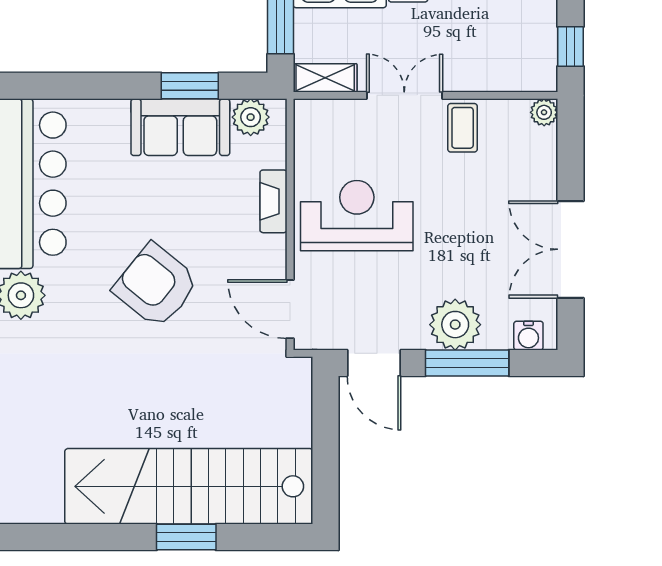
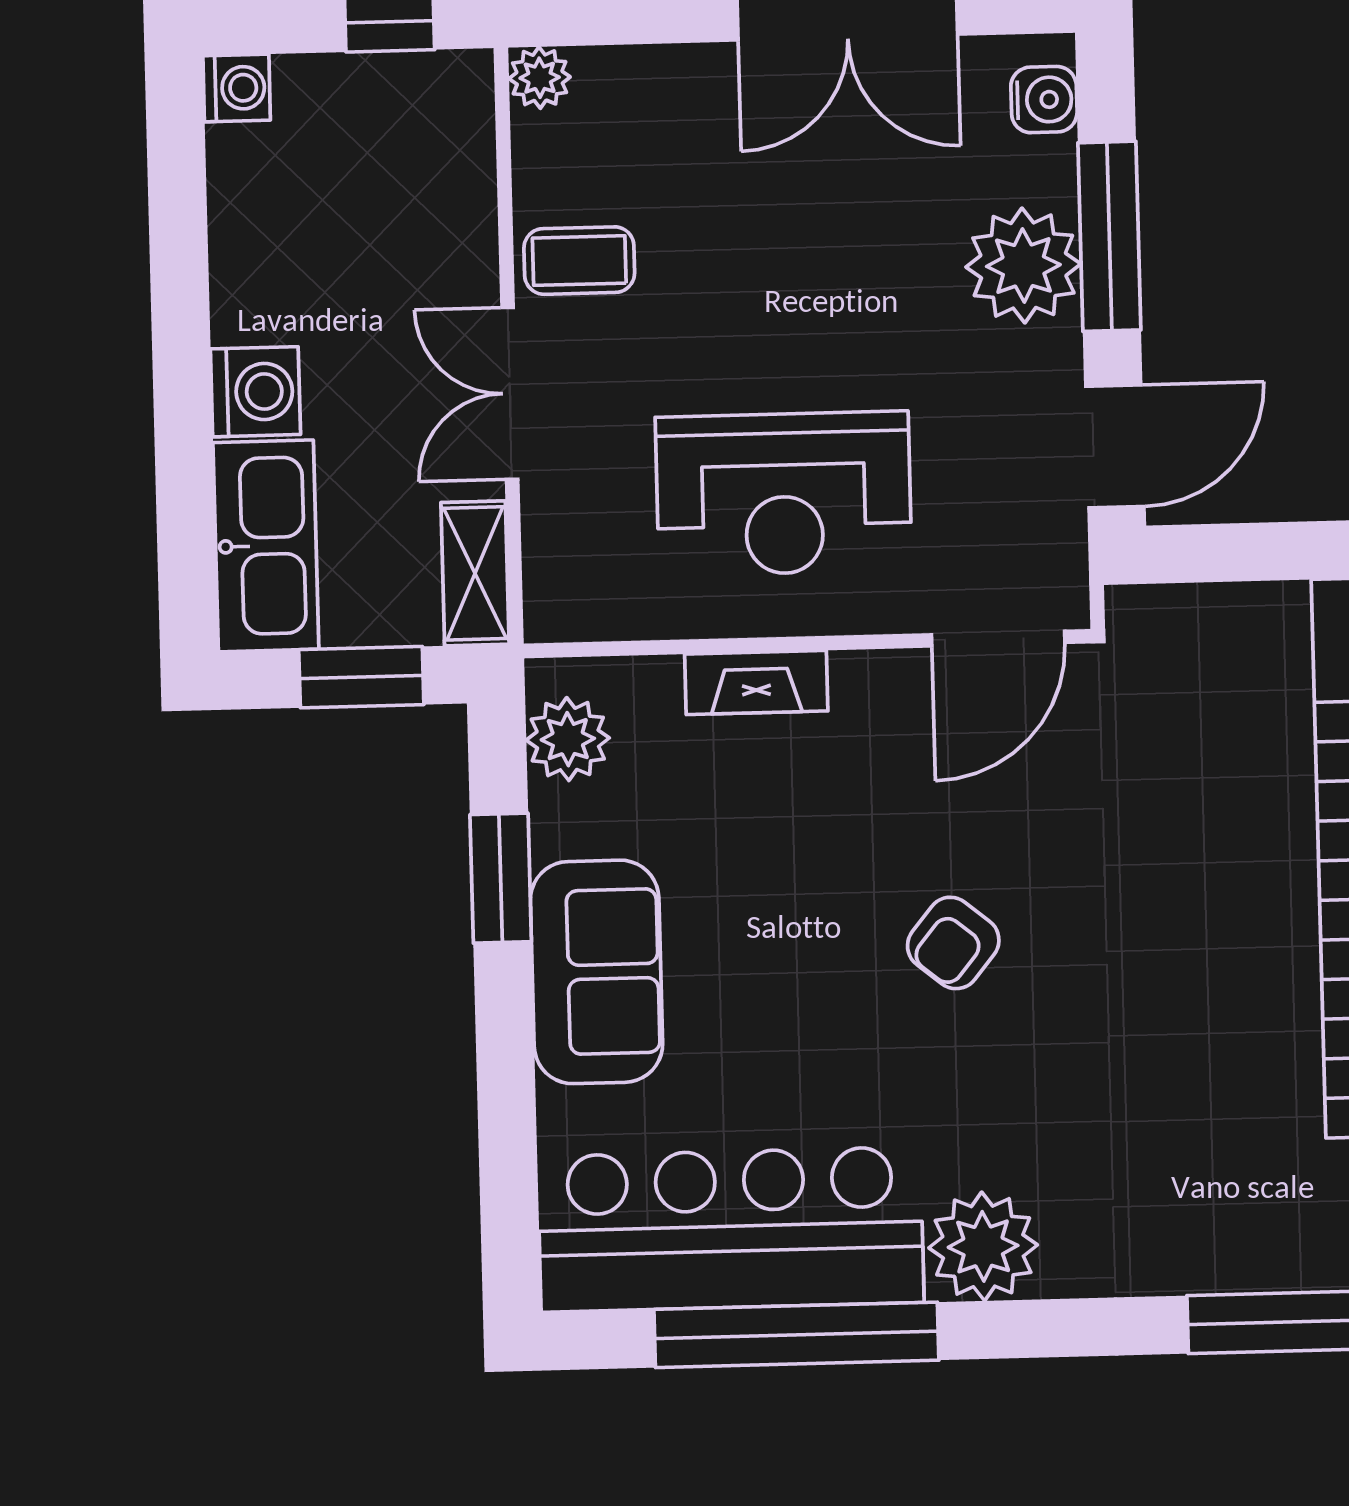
sofa: (180, 127) -> (596, 972), moved
reception desk: (357, 216) -> (784, 494), turned -90
armchair: (156, 286) -> (953, 943), width x0.53, depth x0.53

